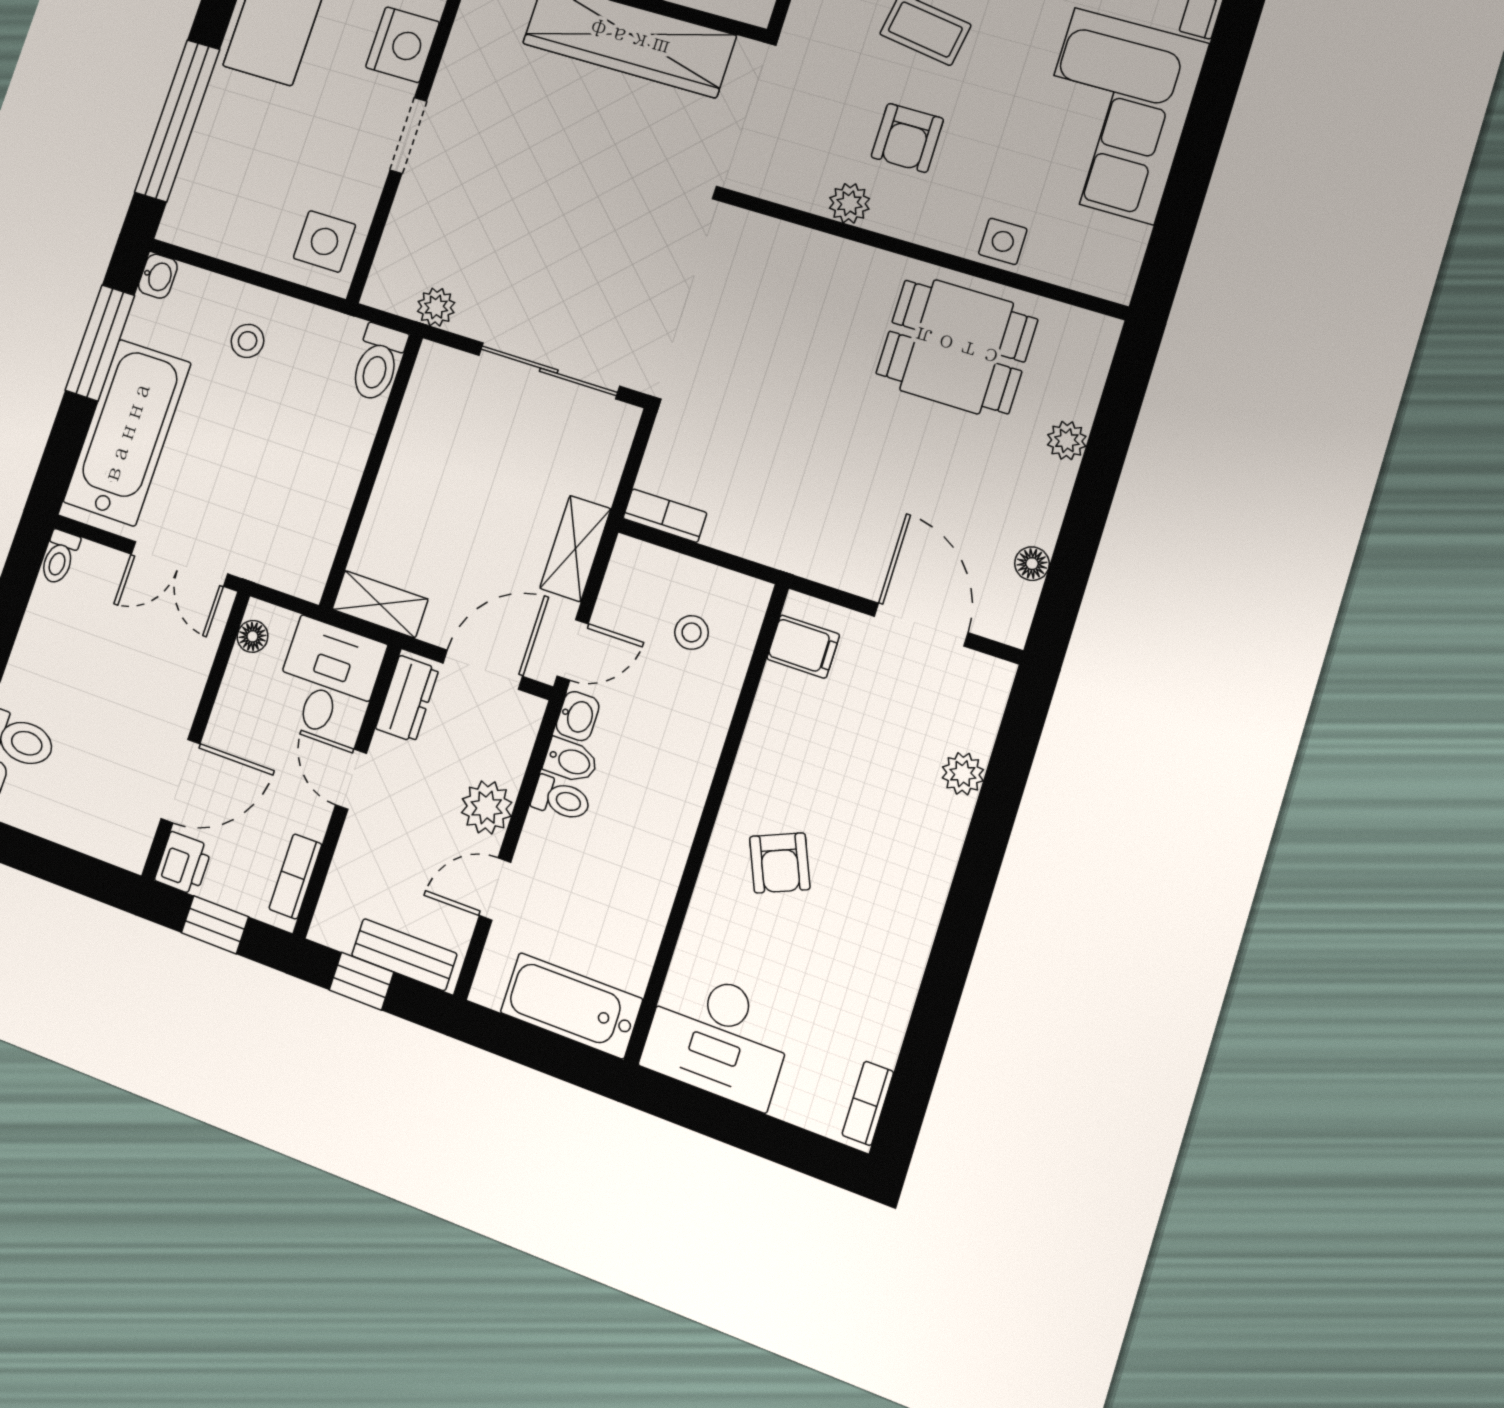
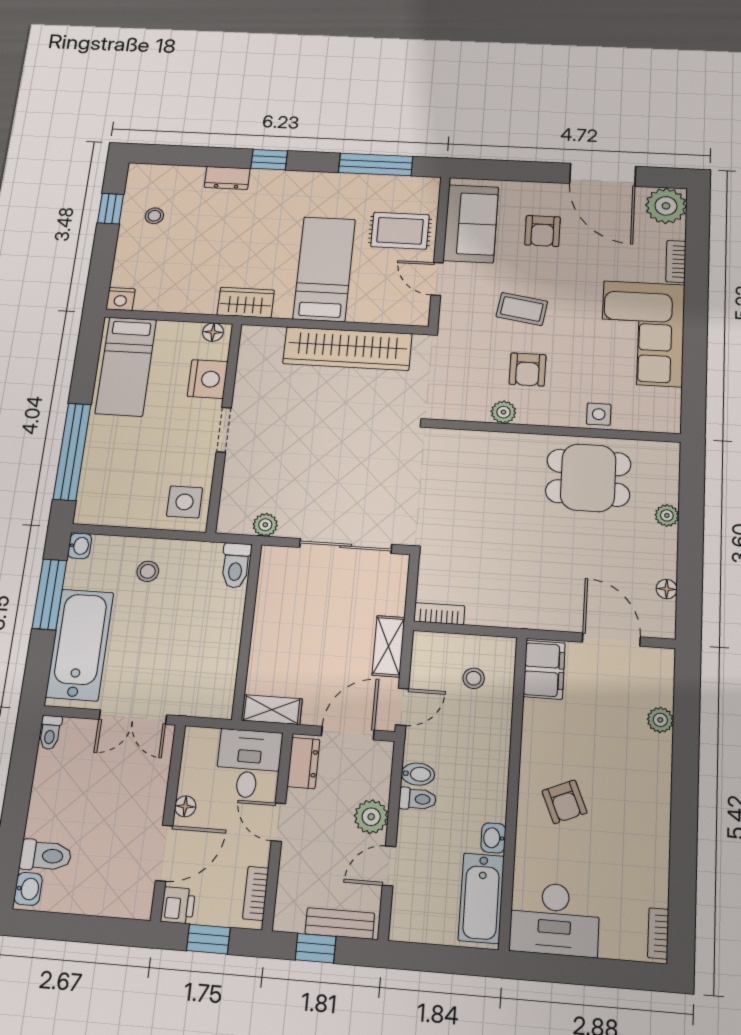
floor lamp: (253, 636) -> (185, 806), moved
filing cabinet: (803, 647) -> (544, 670), width x2.00
washbasin: (578, 716) -> (493, 838), moved, turned 180
bathtub: (571, 1006) -> (481, 898), moved, turned -90

